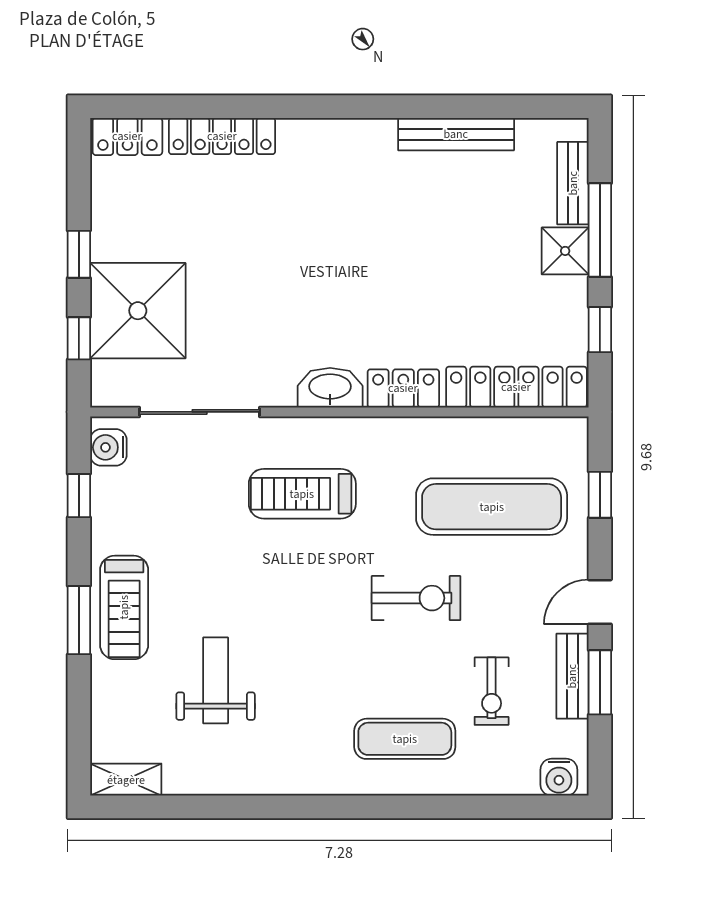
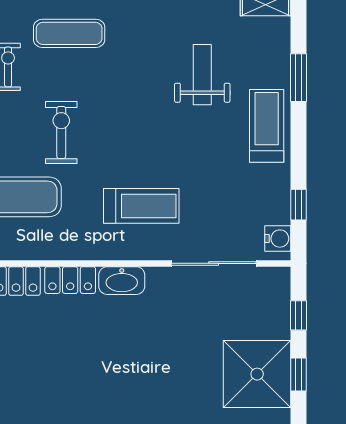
shower: (138, 311) -> (257, 374), moved
exercise bike: (416, 598) -> (61, 133), turned 90
window: (79, 620) -> (299, 78), moved
weight bench: (216, 680) -> (202, 75), turned 180

